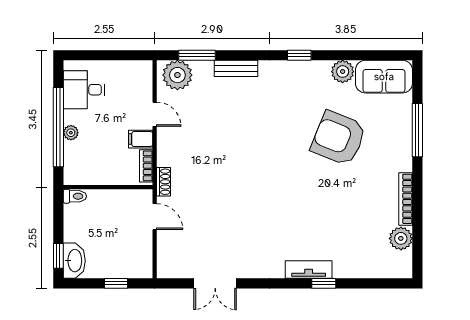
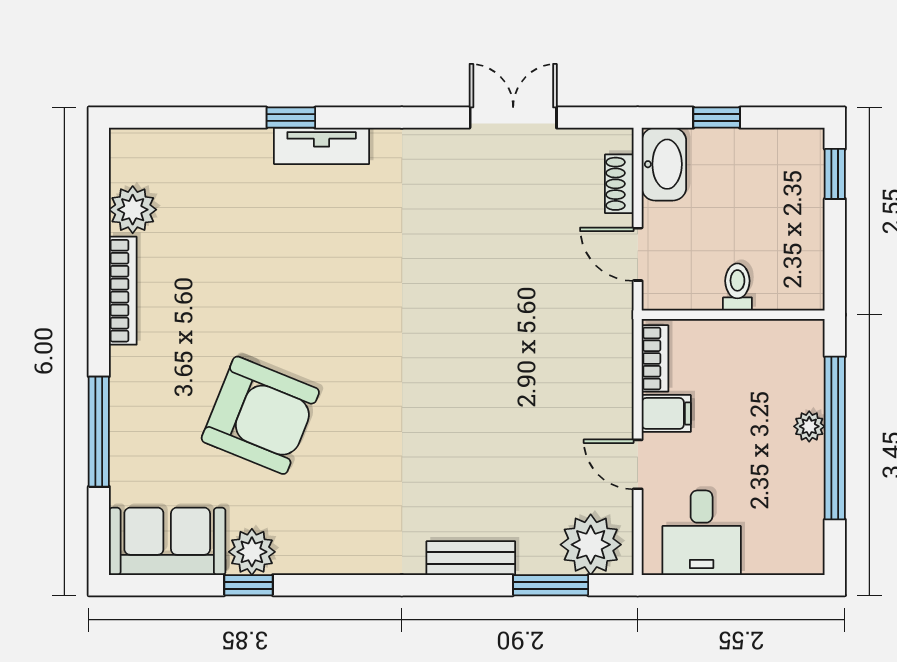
window: (299, 55) -> (248, 585), moved
desk: (84, 90) -> (702, 533), moved, turned 90
shoe rack: (163, 182) -> (619, 184), moved
toilet: (75, 196) -> (737, 287), moved, turned 90
washbasin: (74, 261) -> (664, 164), moved, turned 180

